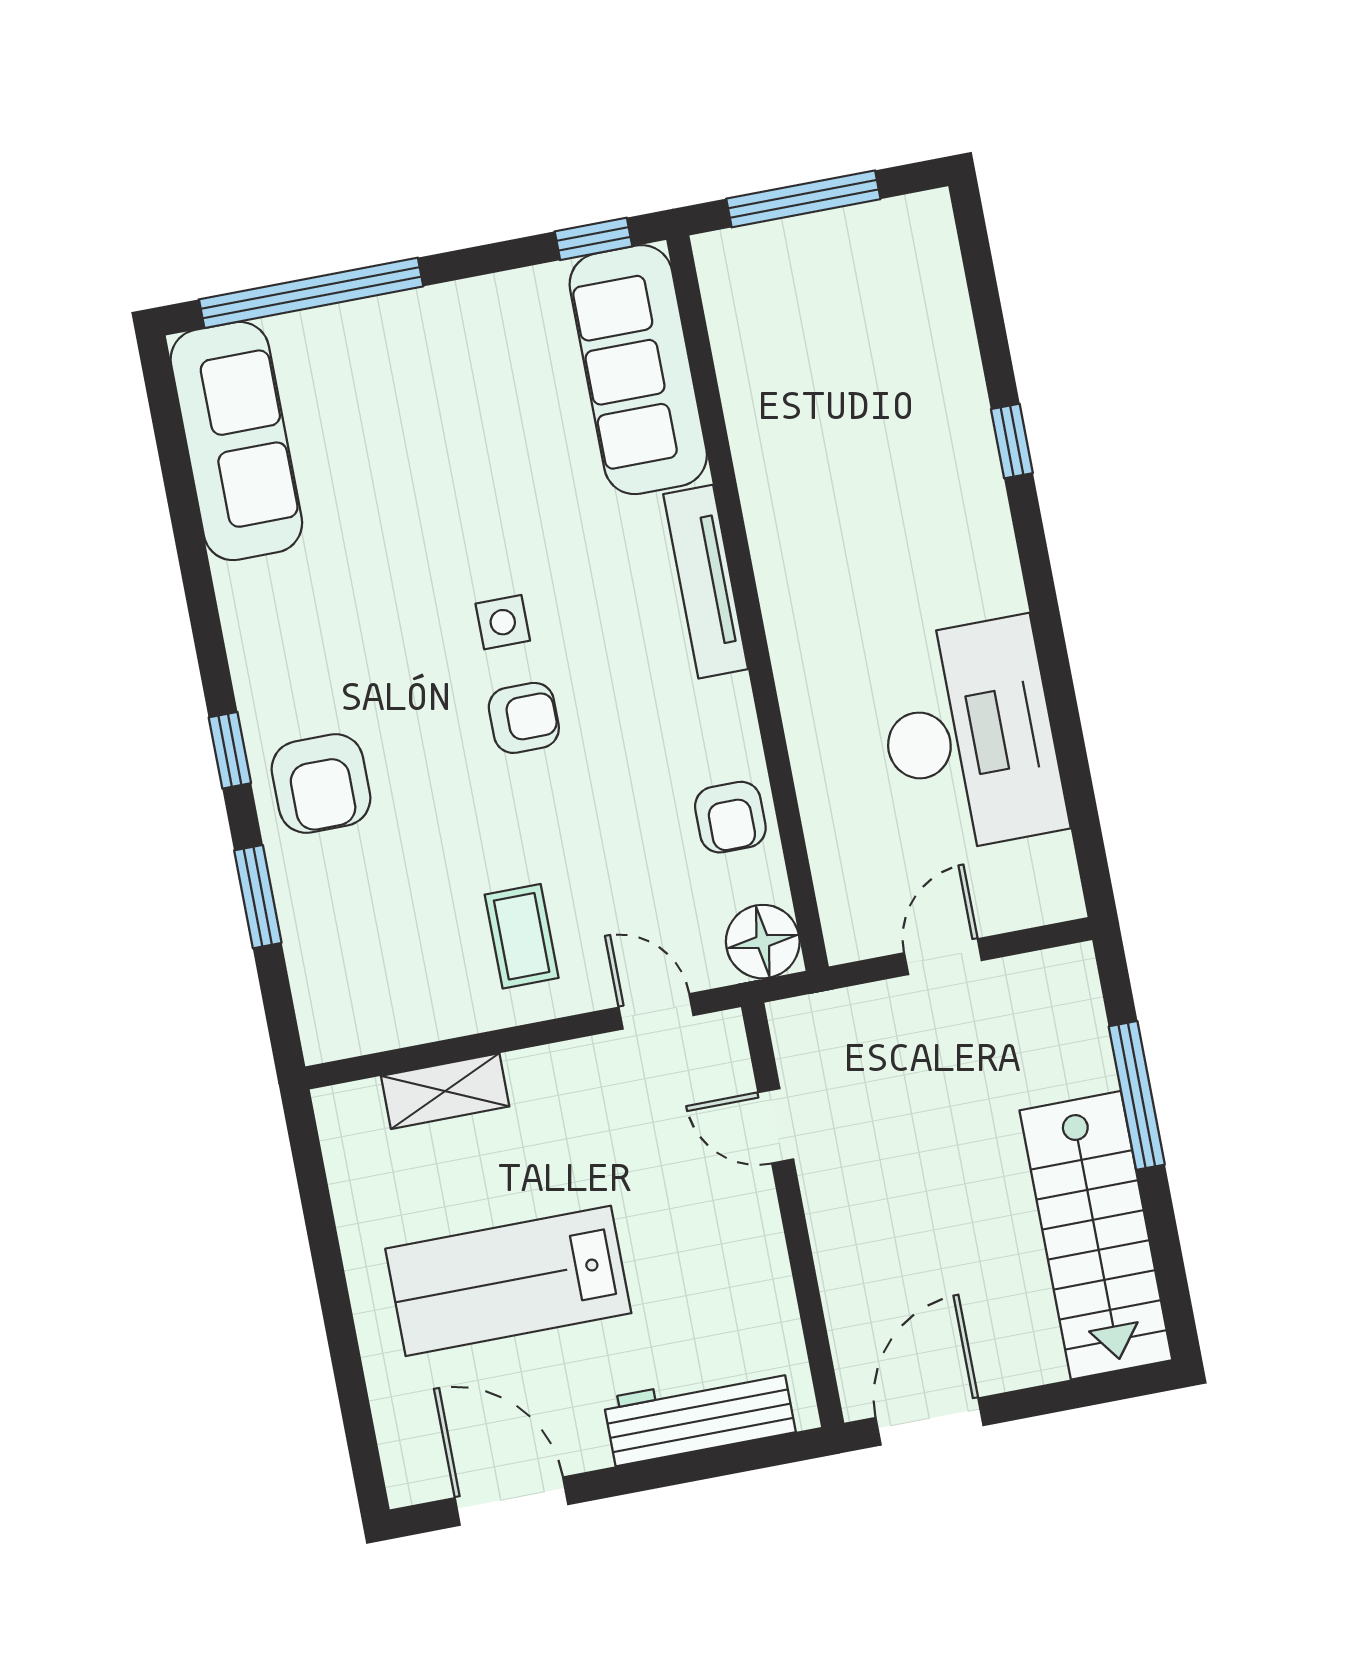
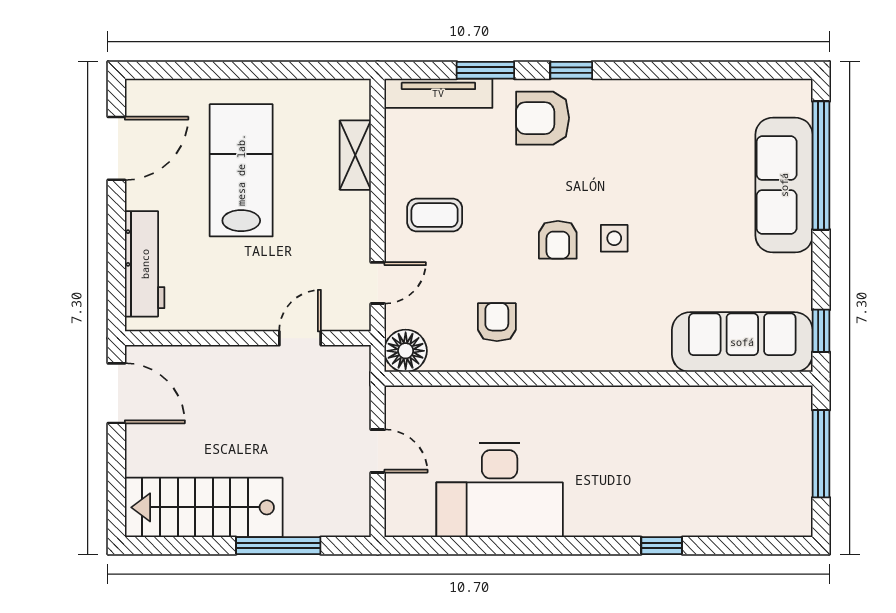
sofa: (236, 441) -> (784, 185), moved, turned 90
tv unit: (706, 582) -> (438, 93), moved, turned 180
armchair: (730, 817) -> (497, 322), moved, turned 90

